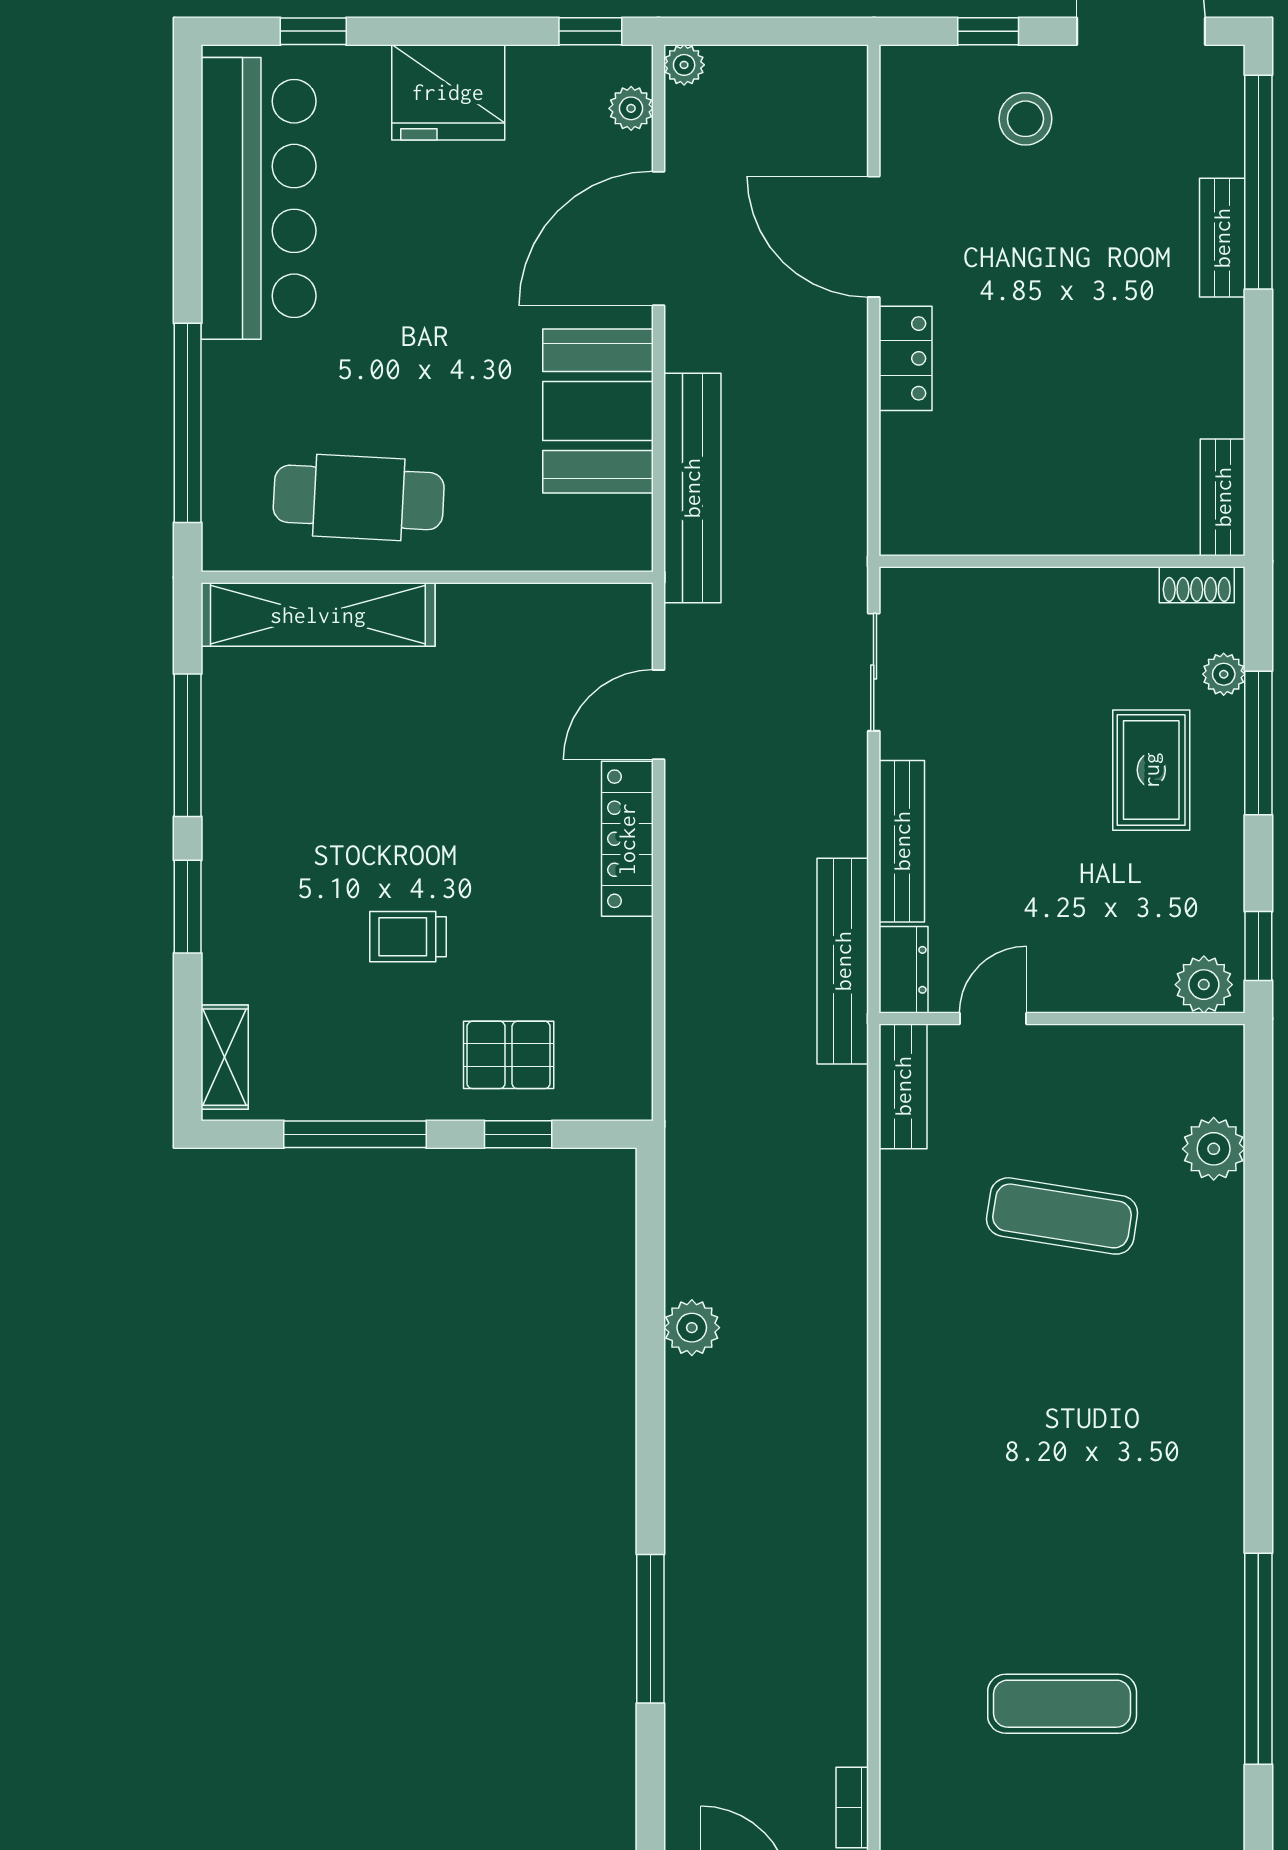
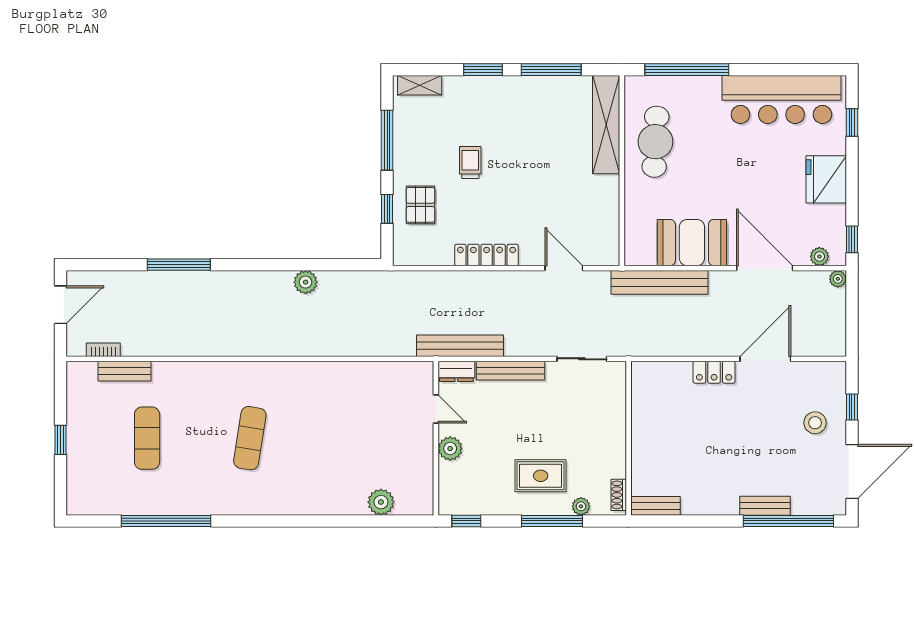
locker: (627, 839) -> (487, 255), moved
plant: (1204, 985) -> (450, 449), moved
bench: (903, 1086) -> (125, 371), moved
exercise mat: (1062, 1216) -> (250, 438), moved

